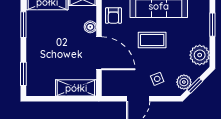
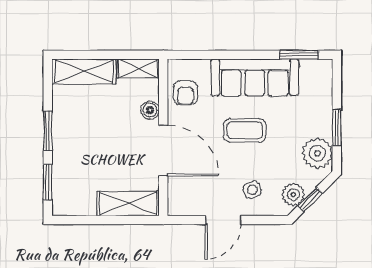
window: (23, 25) -> (48, 131), moved
window: (212, 25) -> (337, 128), moved

